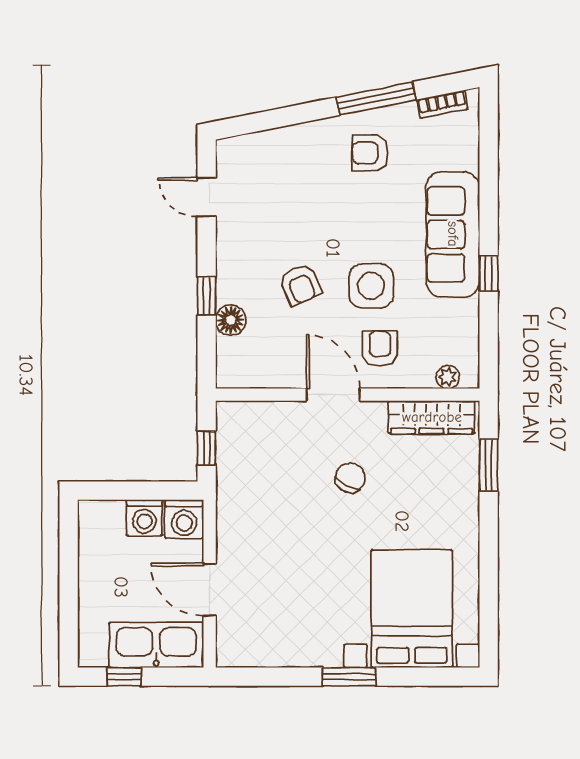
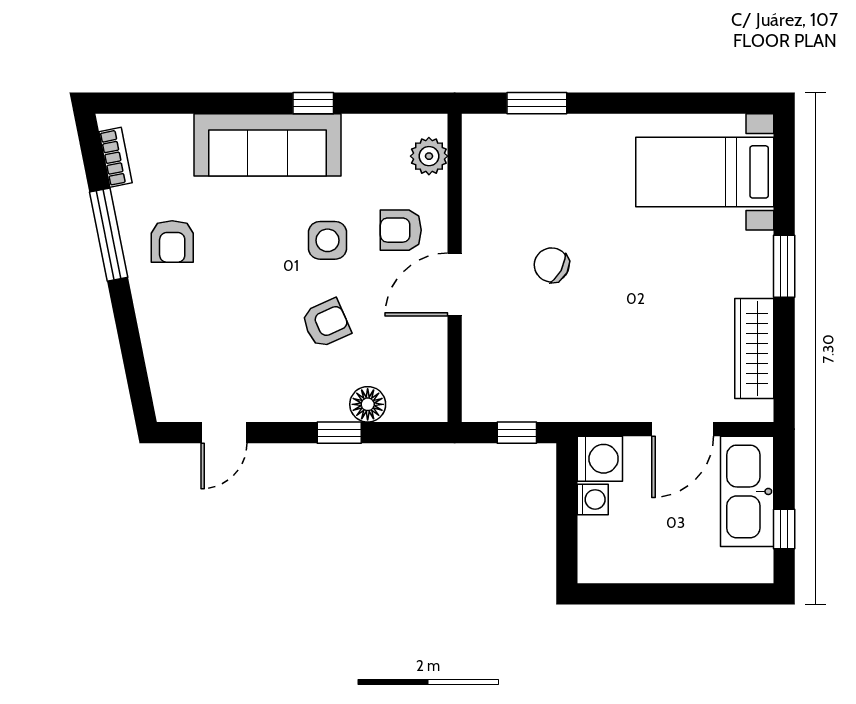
side table: (371, 286) -> (327, 240), width x0.73, depth x0.73
plant: (448, 377) -> (429, 156), width x1.38, depth x1.38
wardrobe: (432, 417) -> (754, 349), moved, turned 180
washing machine: (144, 518) -> (593, 499), width x0.73, depth x0.73
bed with nightstands: (412, 609) -> (705, 172), width x0.73

